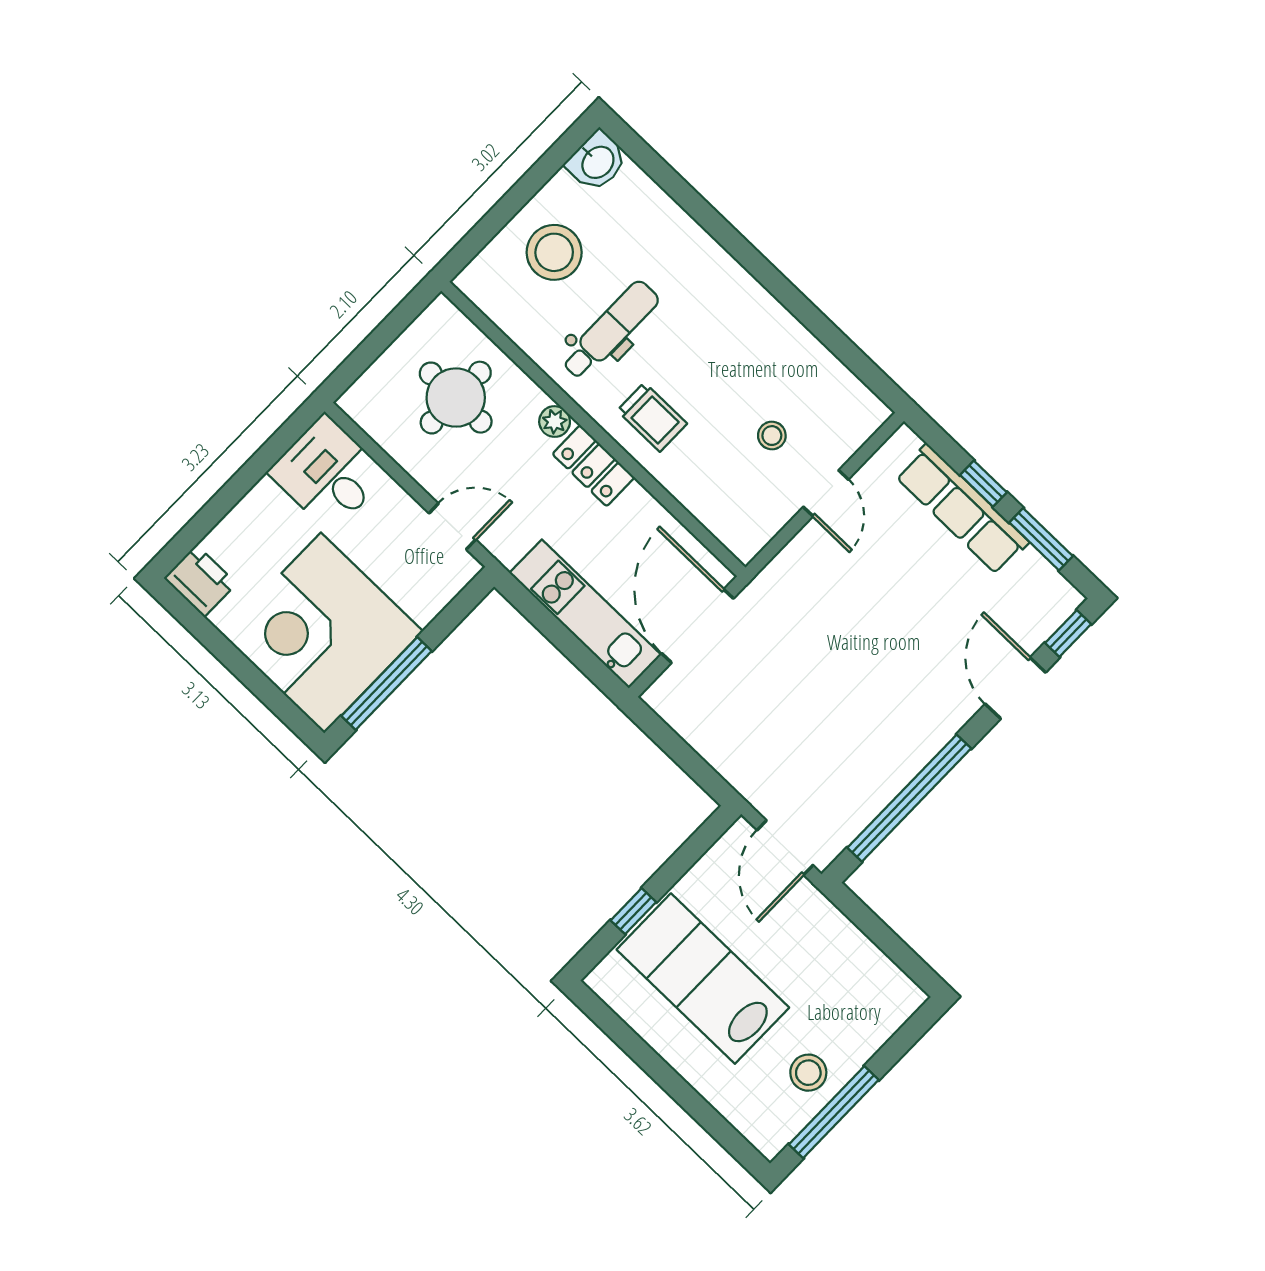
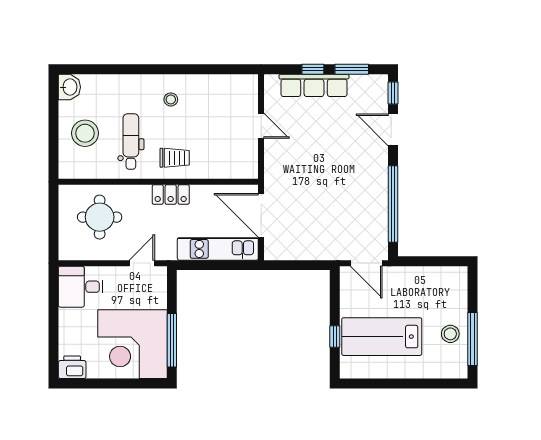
plant: (555, 421) -> (142, 192), removed
stool: (772, 436) -> (171, 99), moved

